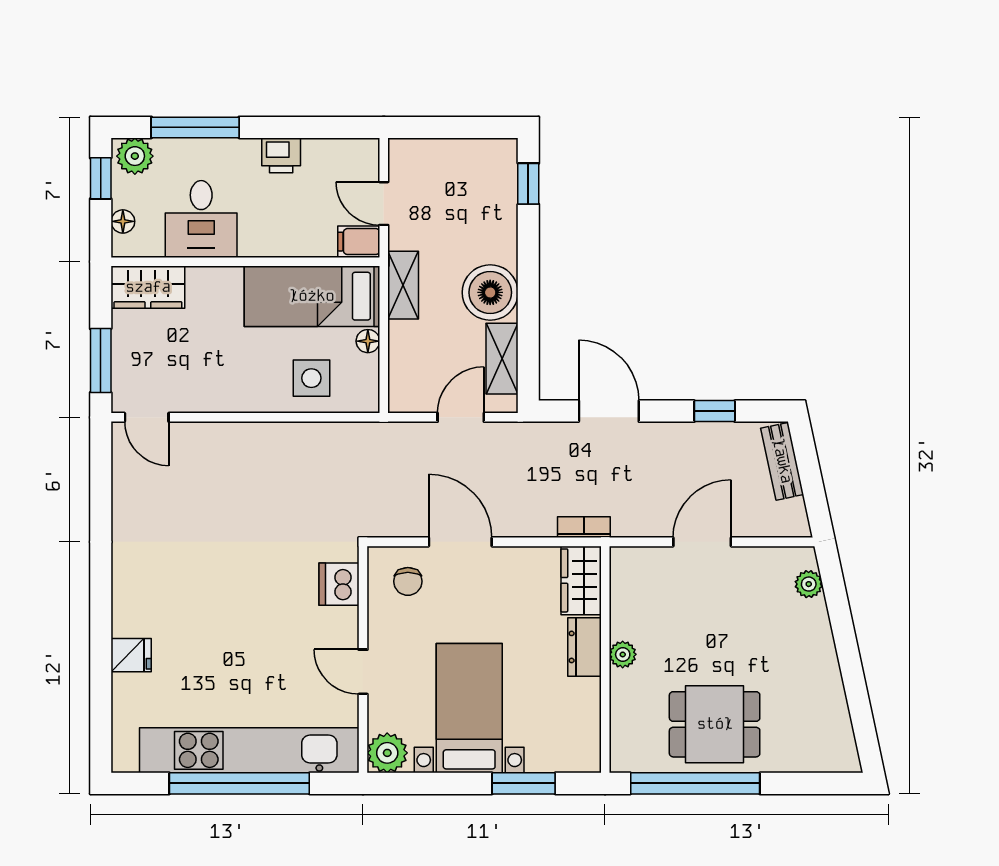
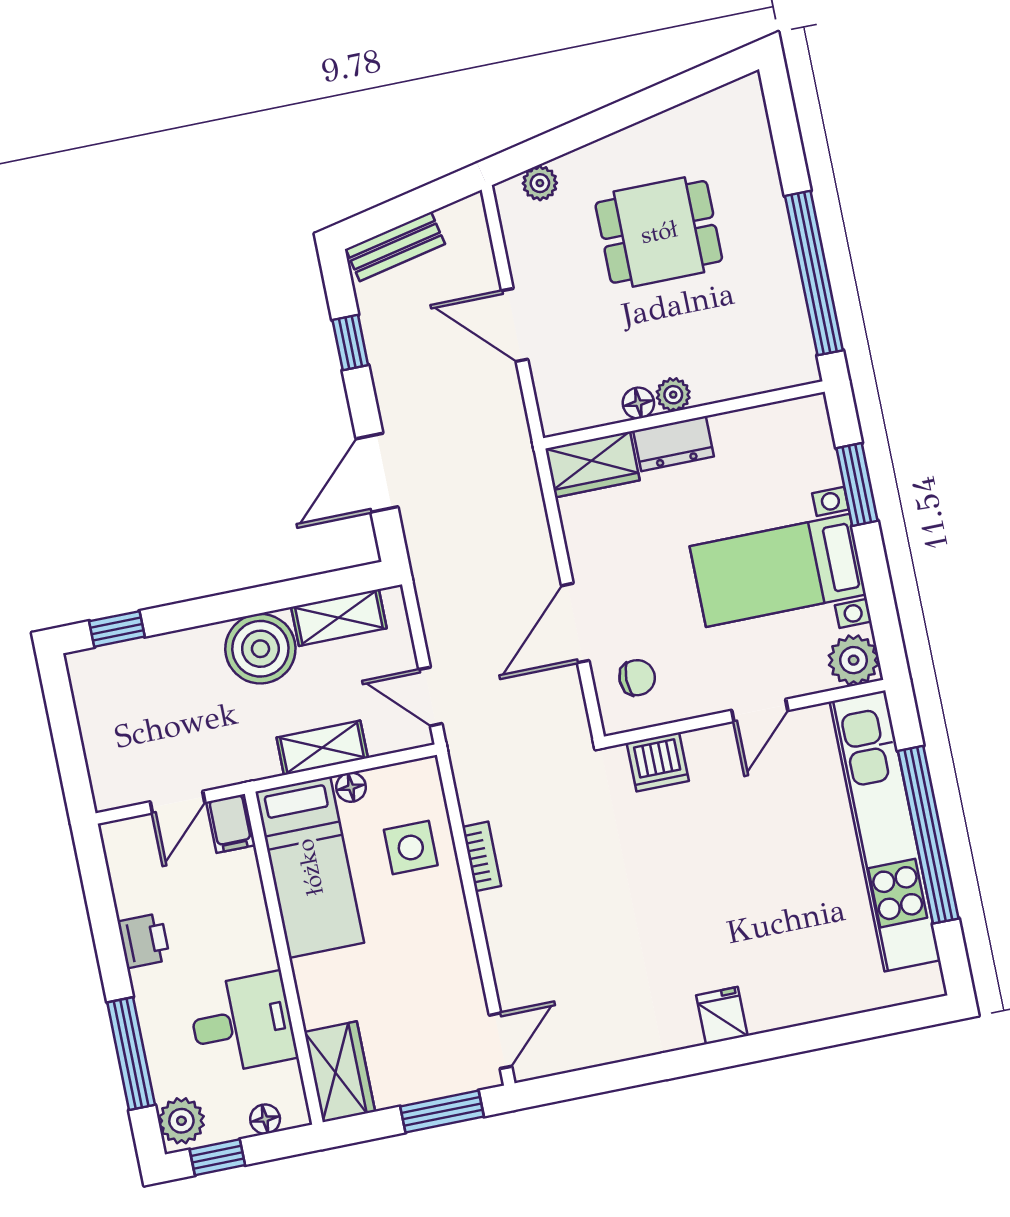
shelving: (403, 285) -> (322, 748), moved
door: (461, 417) -> (430, 697), moved
bookcase: (584, 527) -> (482, 856), moved, turned 180
floor lamp: (622, 626) -> (638, 403), added
fridge: (131, 655) -> (722, 1016), moved
dining table: (715, 724) -> (659, 232), moved, turned 90

